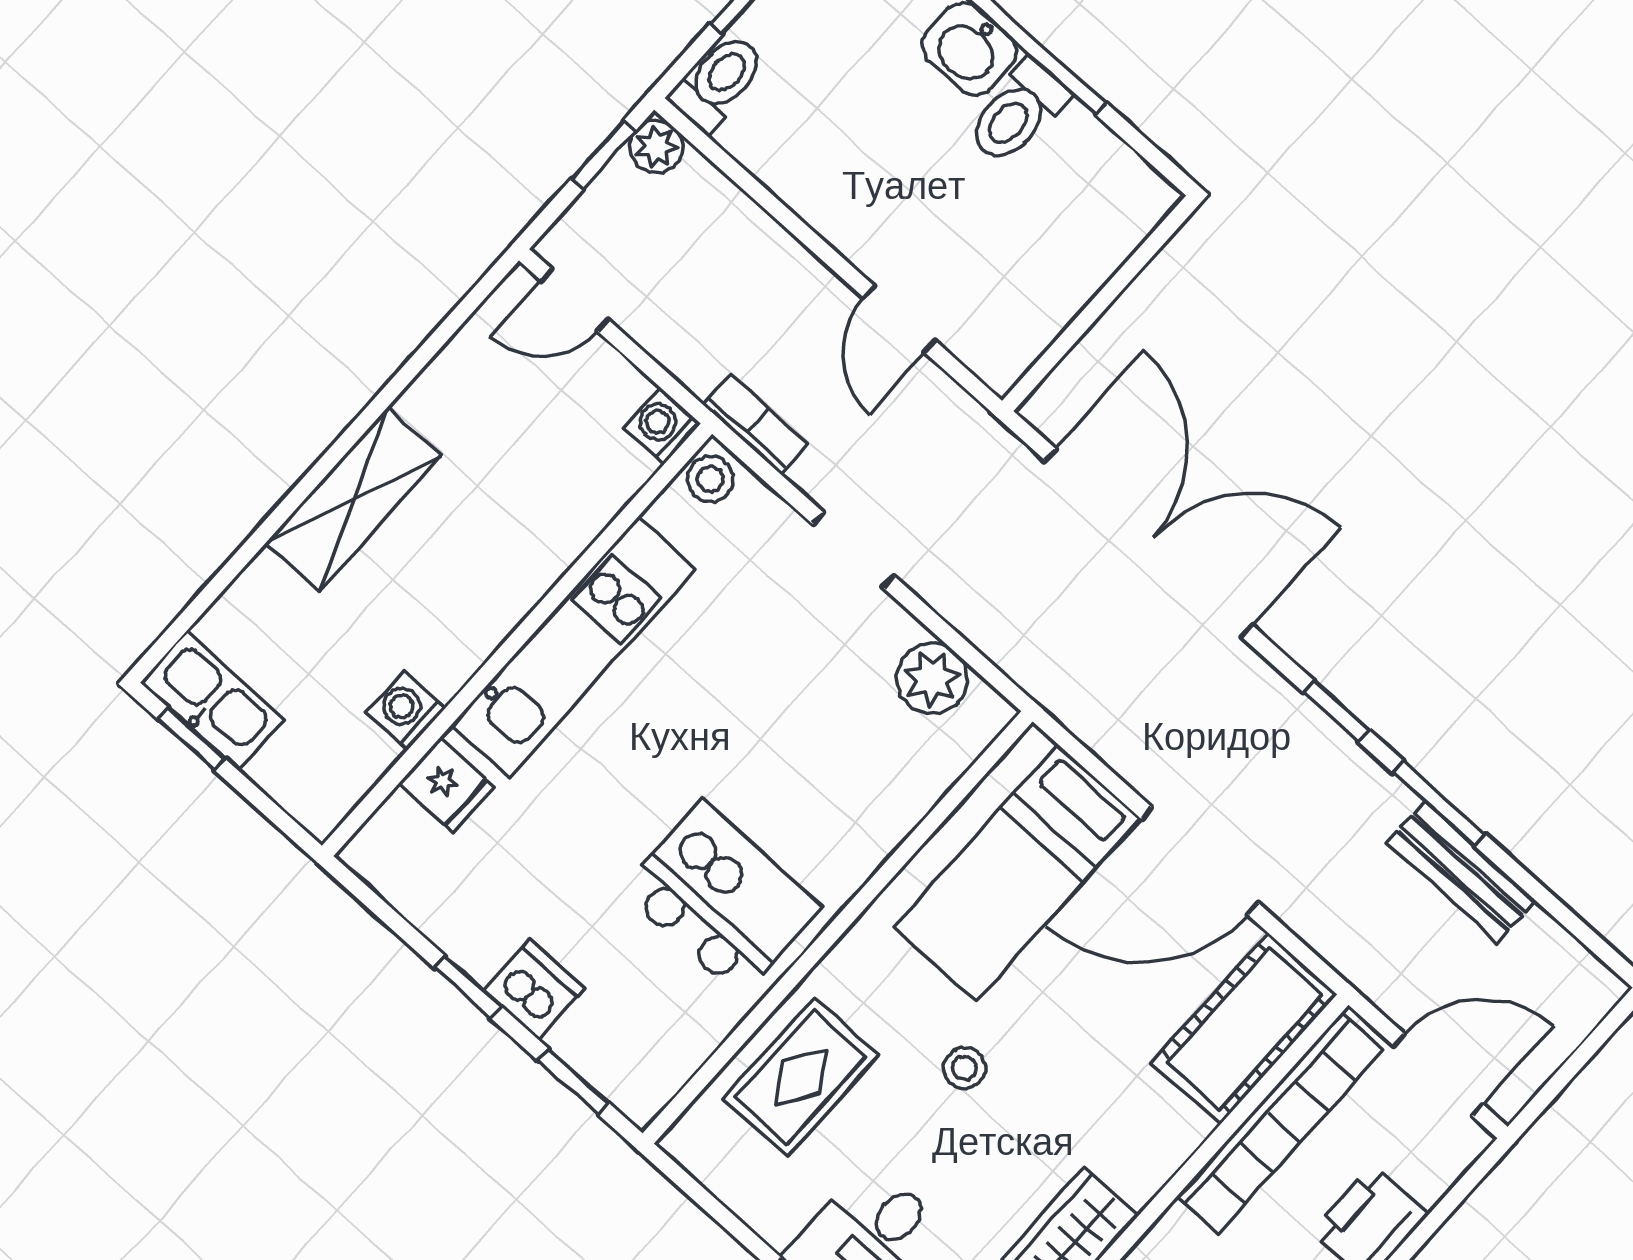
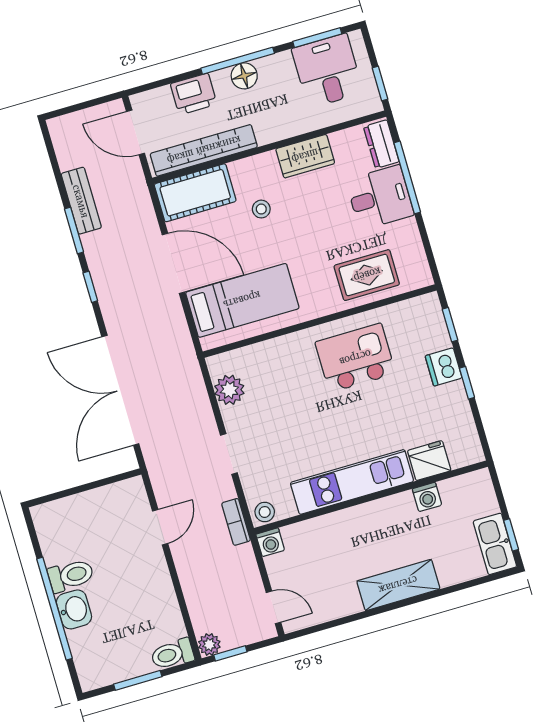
fridge: (446, 785) -> (429, 461), width x1.38
kitchen island: (721, 898) -> (355, 358), turned 90
stool: (964, 1068) -> (261, 209), moved

